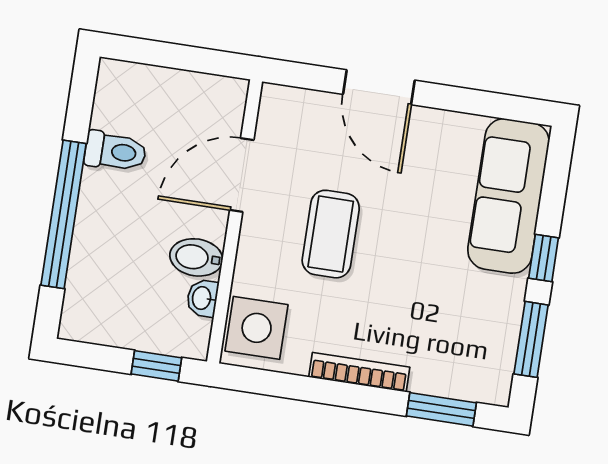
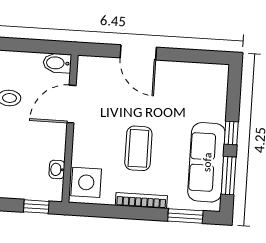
sofa: (508, 196) -> (207, 162), moved
coffee table: (331, 234) -> (138, 148), moved
bidet: (196, 257) -> (57, 63), moved

